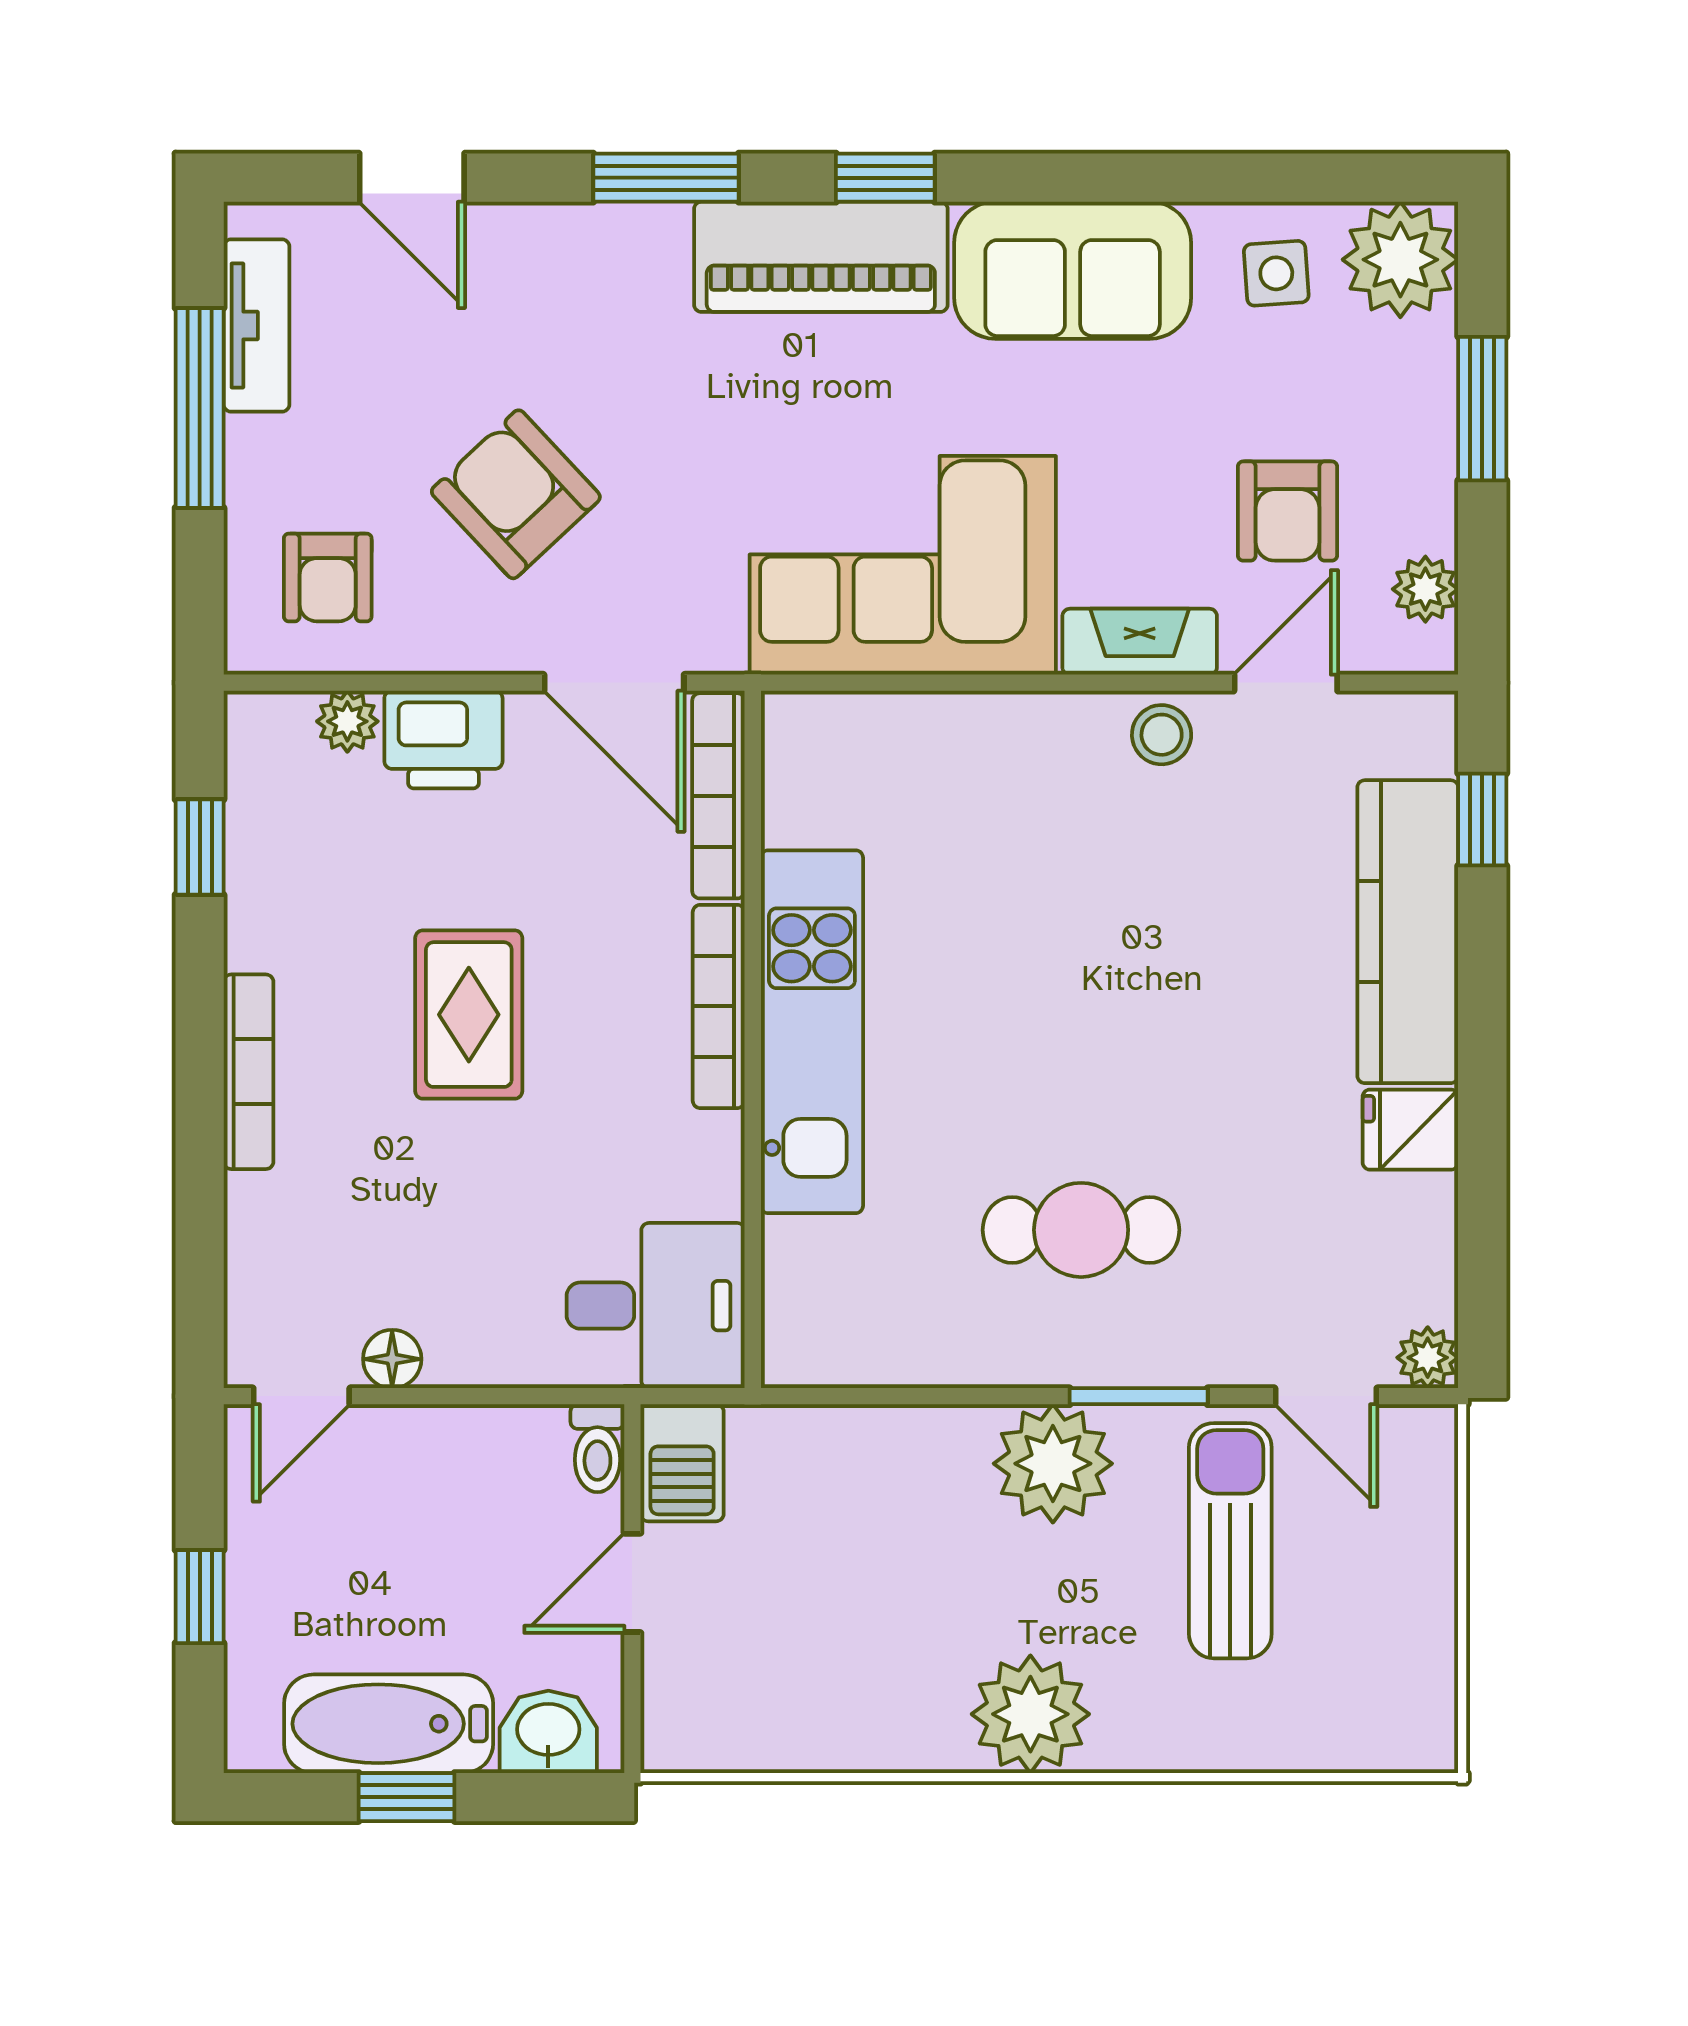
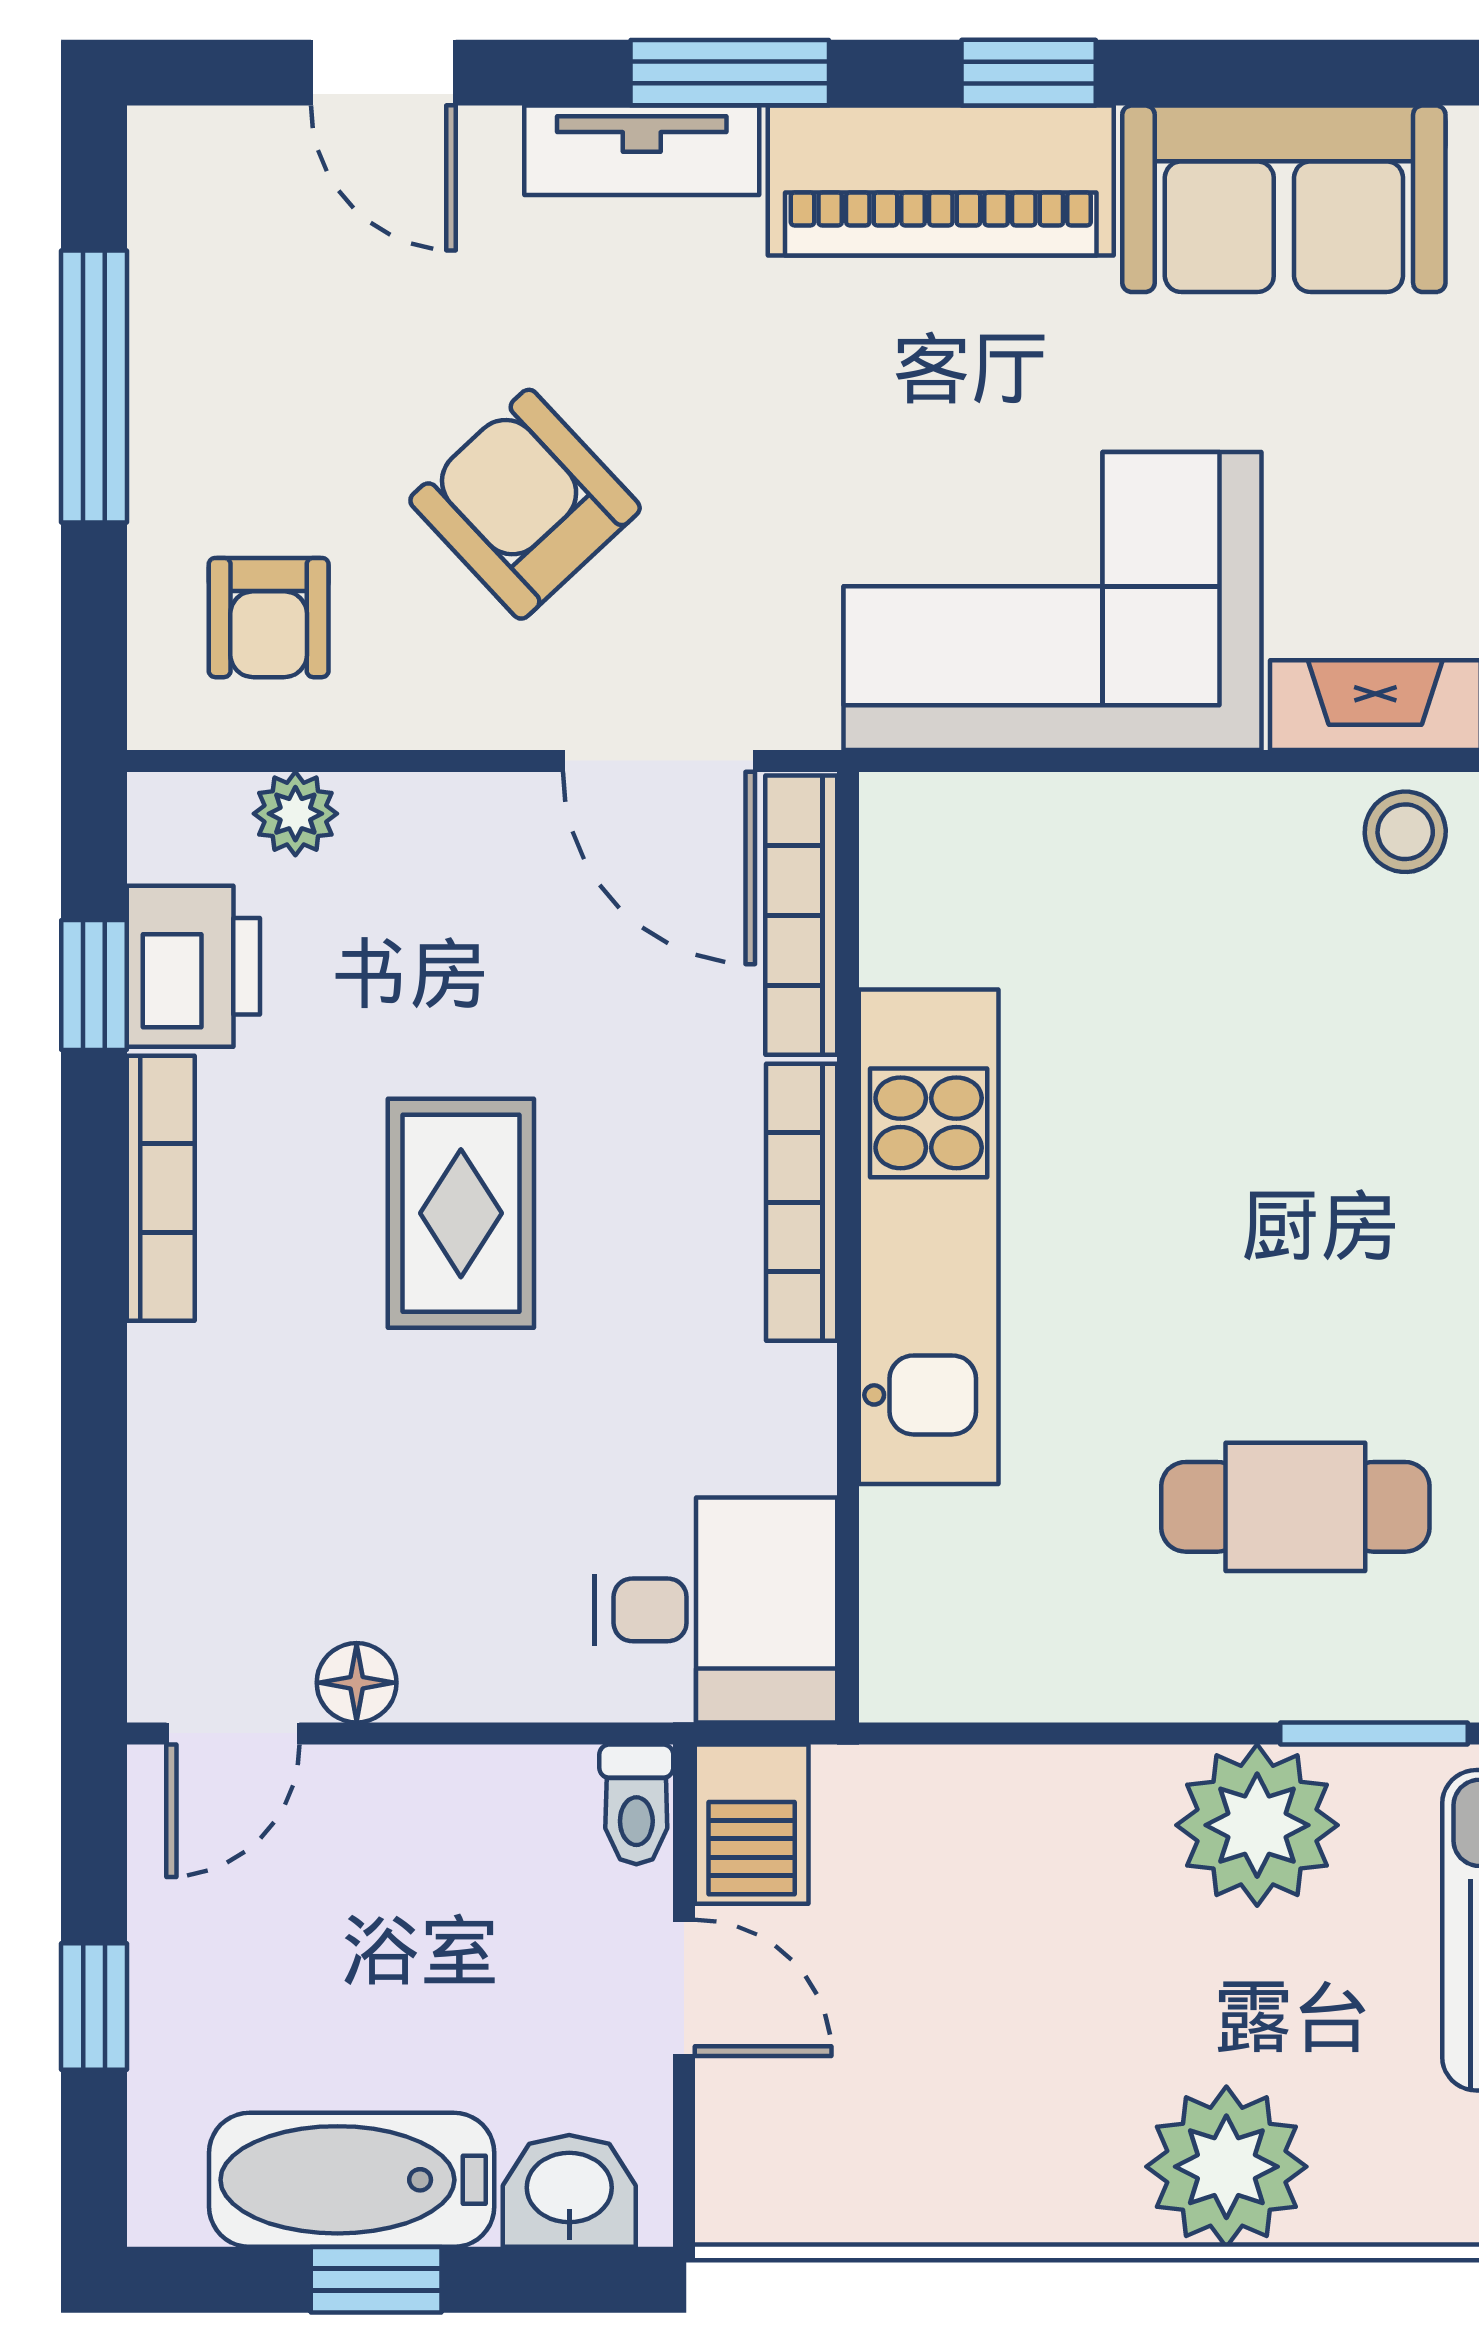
tv unit: (257, 326) -> (642, 150), moved, turned 90
printer: (443, 740) -> (193, 966), moved, turned -90
bookcase: (249, 1072) -> (161, 1188), moved
door: (632, 1583) -> (684, 1988), swing flipped

